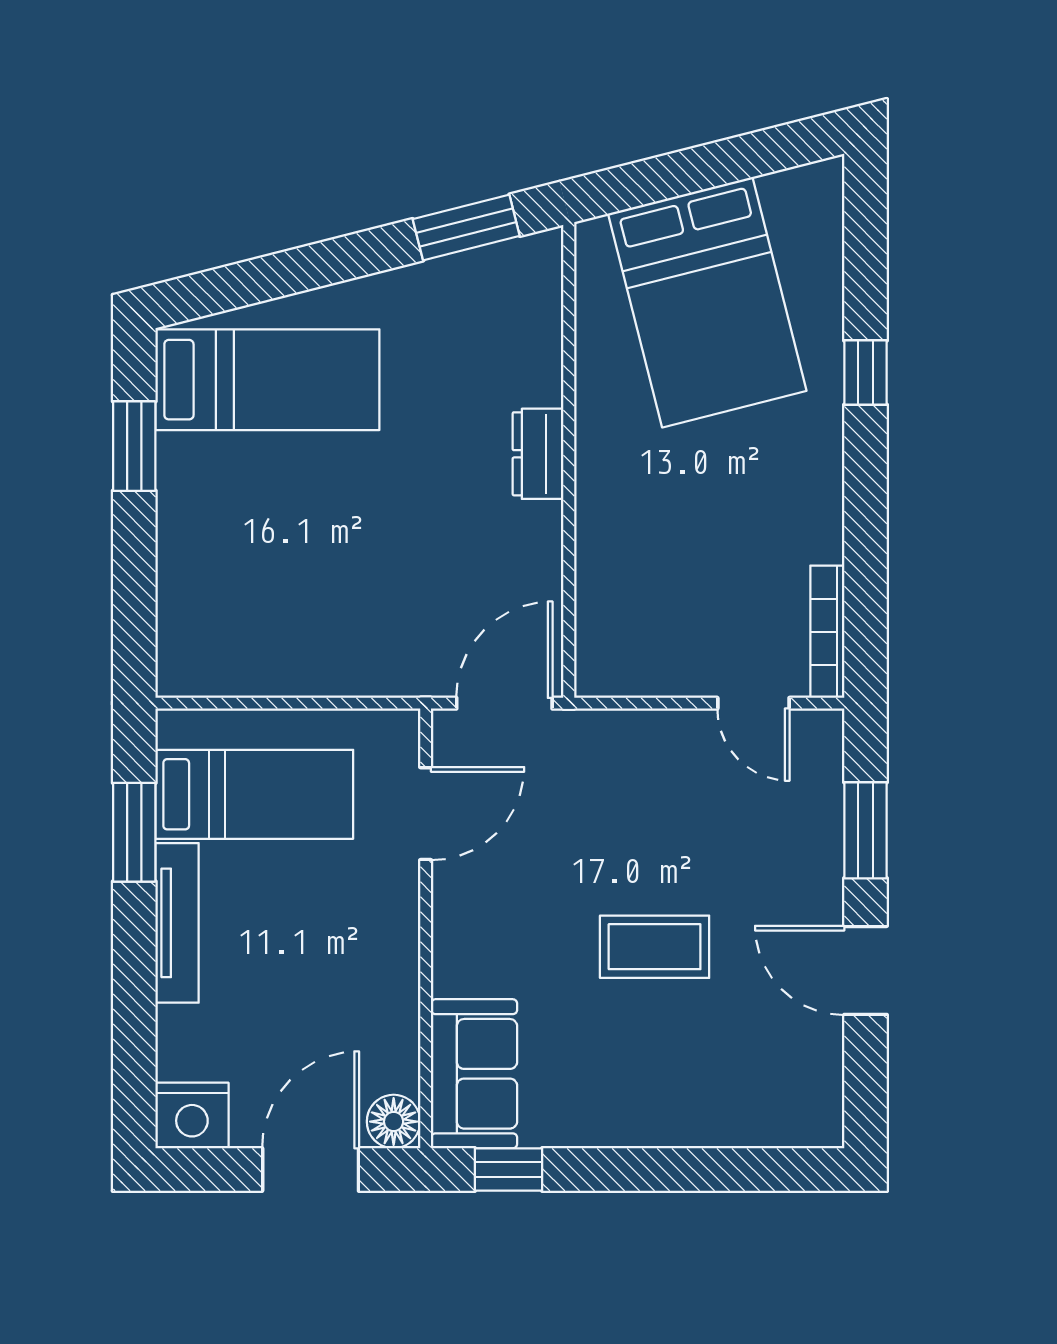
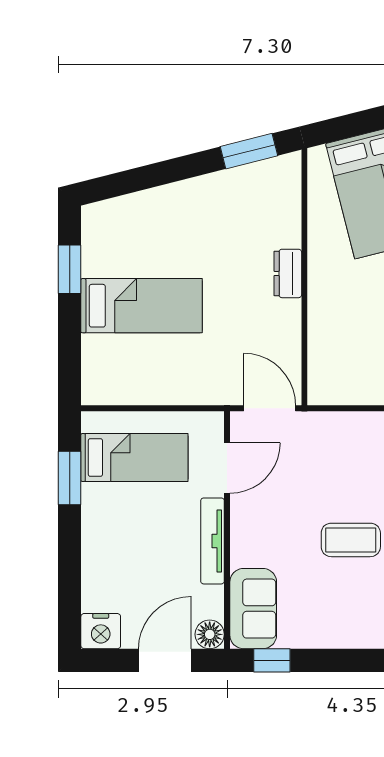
bed: (267, 380) -> (142, 306), moved
door: (504, 703) -> (270, 408), hinge flipped
tv unit: (177, 923) -> (212, 541), moved, turned 180

